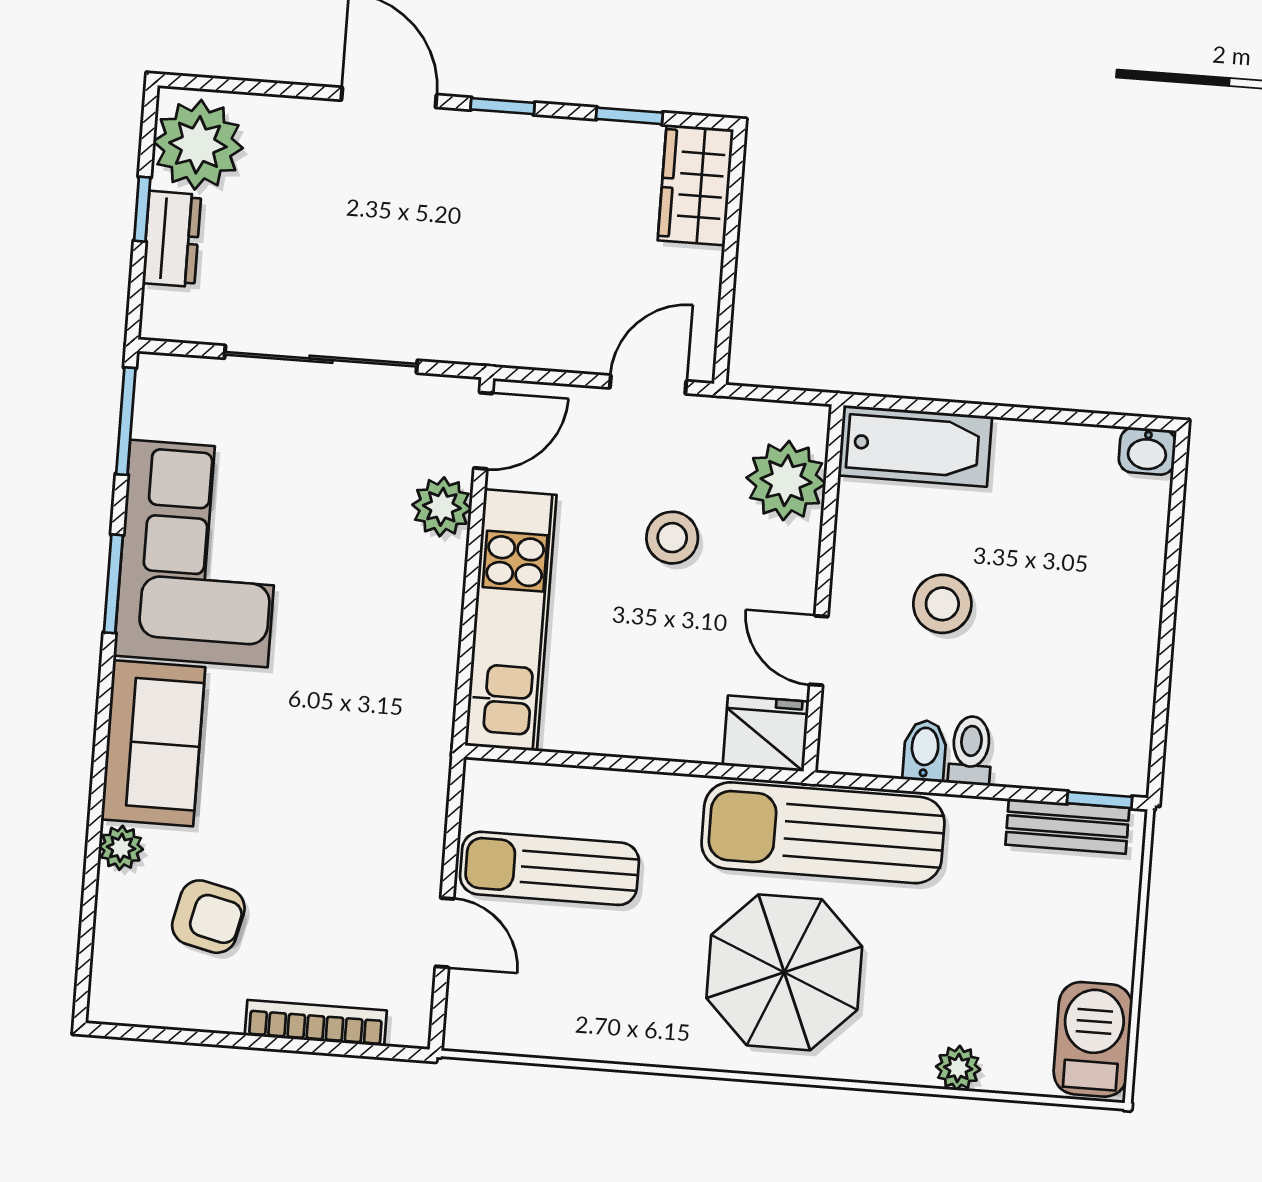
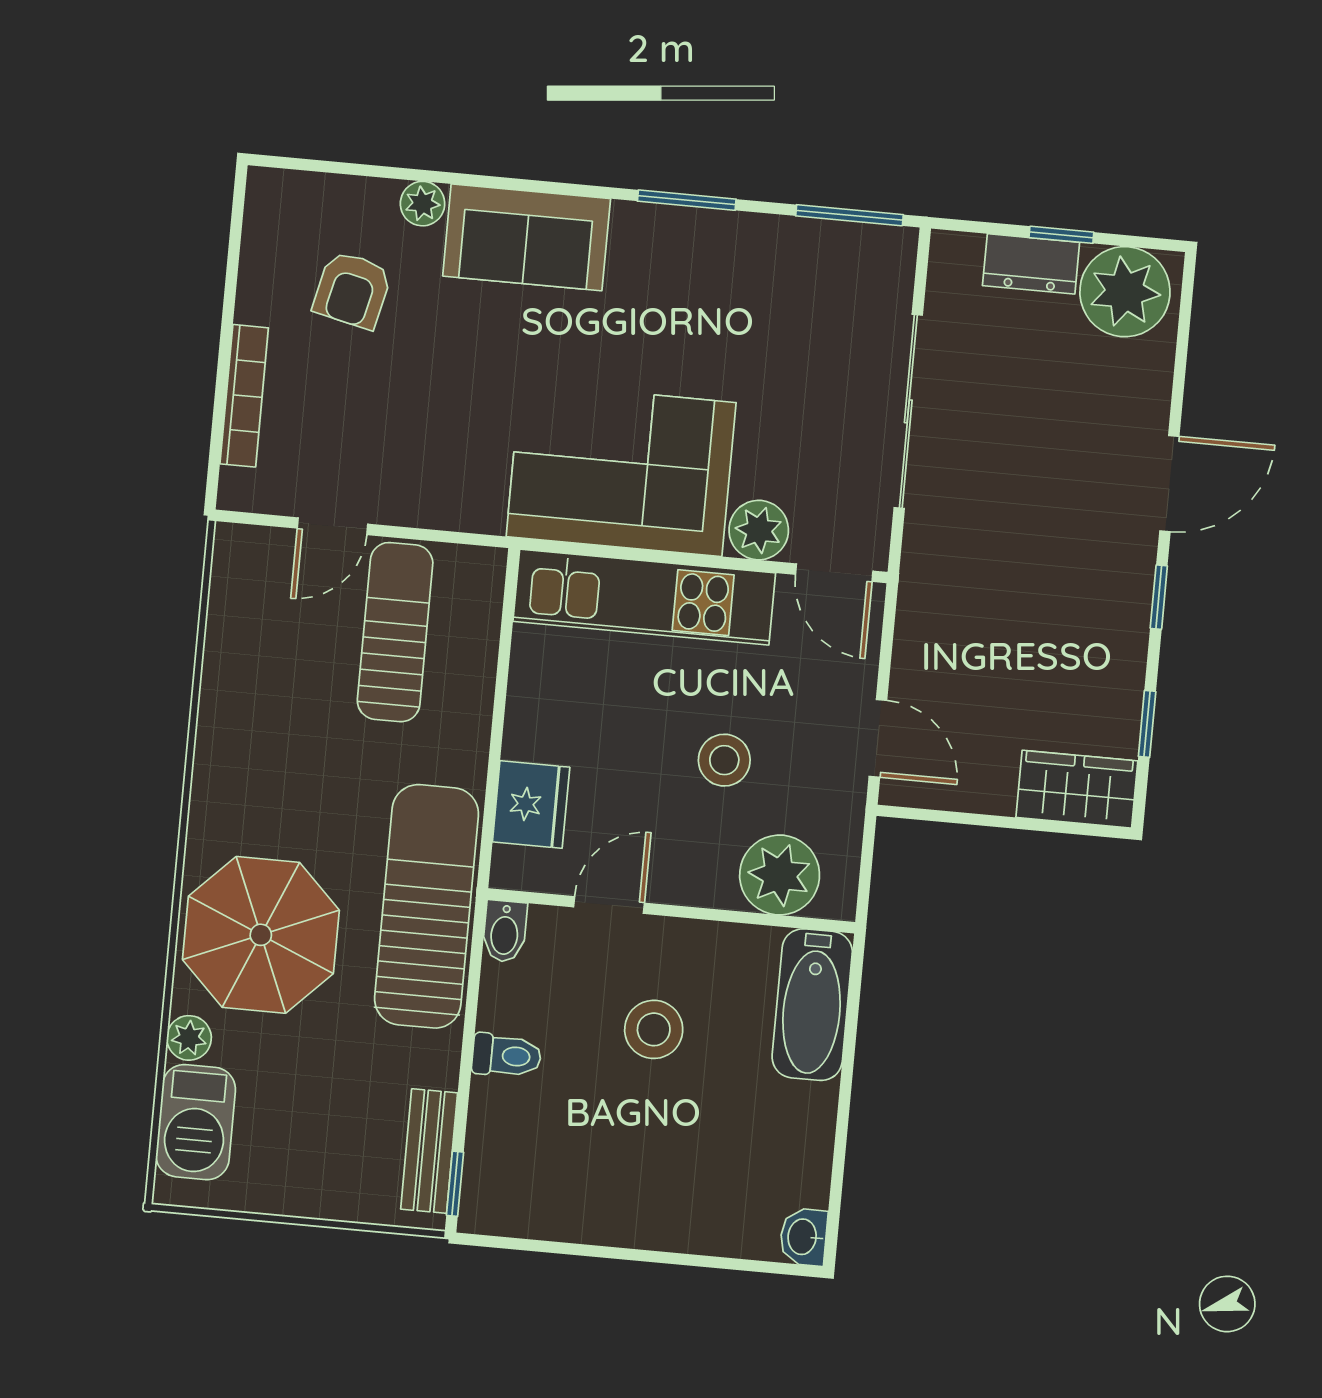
corner sofa: (199, 554) -> (621, 470), moved, turned 180
fridge: (766, 733) -> (531, 804), moved
bidet: (925, 751) -> (505, 931), moved, turned 90
parasol: (784, 972) -> (261, 935), moved
barbecue: (1093, 1039) -> (196, 1122), moved, turned 90

